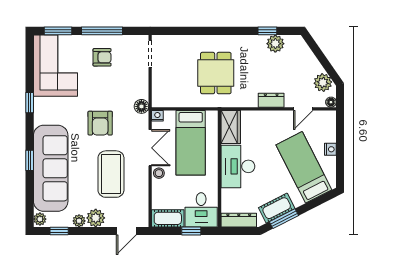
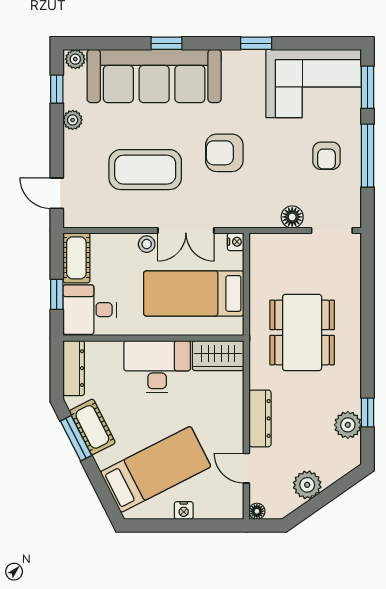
dining table: (216, 73) -> (302, 332), width x1.38
plant: (323, 83) -> (307, 485), moved
dresser: (271, 100) -> (260, 418), width x1.44
floor lamp: (141, 106) -> (292, 217), moved
plant: (96, 218) -> (77, 146), removed

